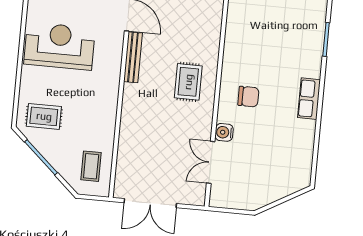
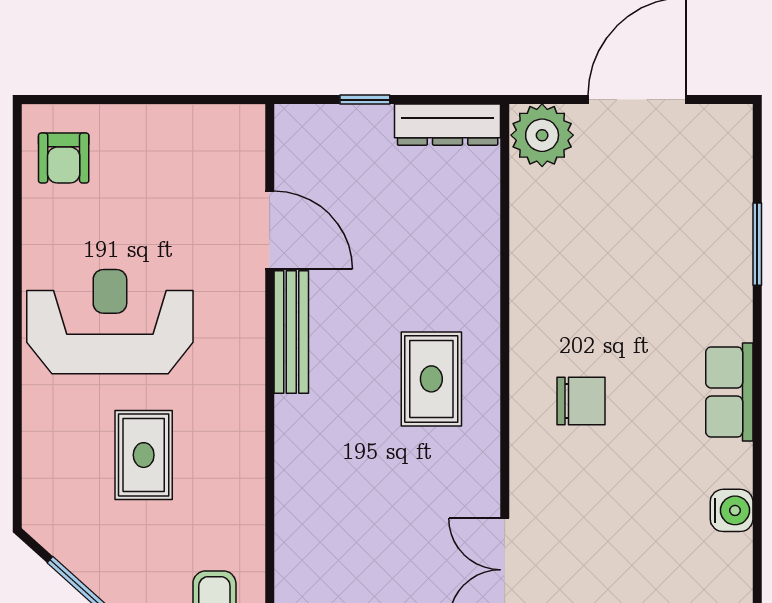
rug: (44, 116) -> (144, 455), moved, turned 90
water cooler: (224, 132) -> (732, 510), moved, turned 180

